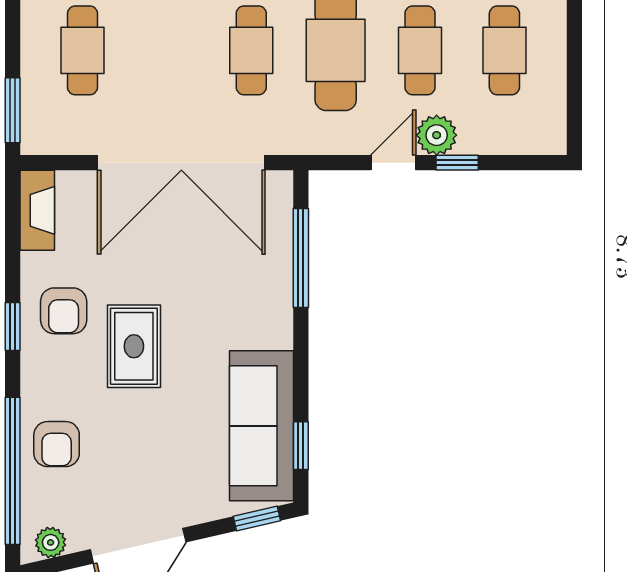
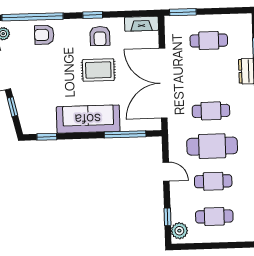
plant: (437, 135) -> (179, 231), moved
window: (457, 163) -> (167, 217), moved
armchair: (64, 311) -> (100, 36), turned -90
rug: (134, 346) -> (98, 70), moved
sofa: (262, 426) -> (88, 119), moved
window: (257, 519) -> (13, 107), moved

